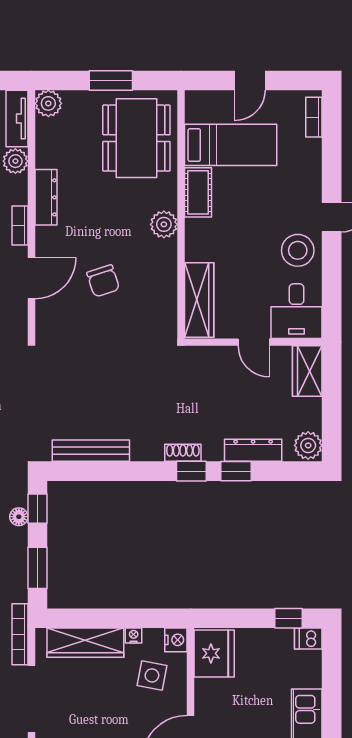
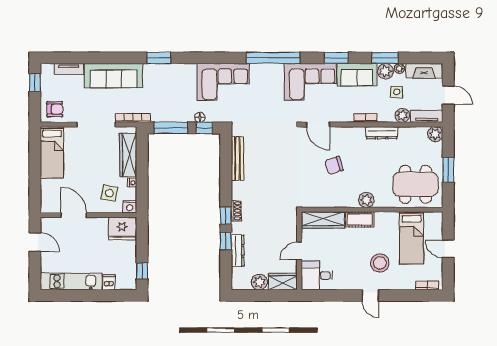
cot: (198, 192) -> (360, 219), moved
stool: (298, 250) -> (380, 263), moved
door: (31, 278) -> (318, 124), moved
plant: (308, 445) -> (259, 282), moved
window: (37, 568) -> (171, 128), width x1.44
dishwasher: (308, 638) -> (109, 282), moved

